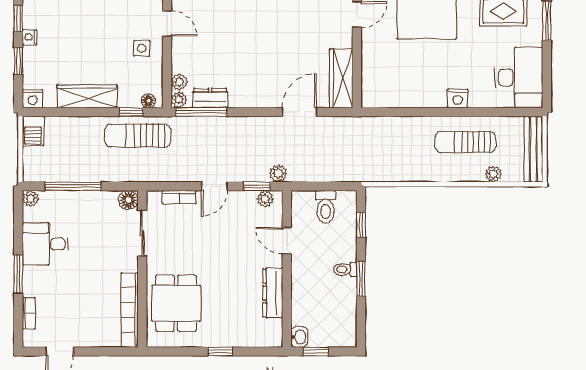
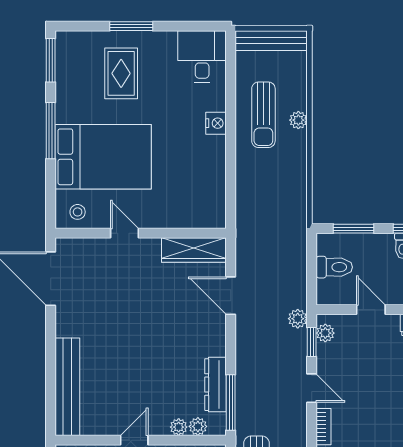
desk: (519, 77) -> (202, 57), width x0.73
dresser: (210, 98) -> (215, 385), width x1.44
plant: (179, 100) -> (179, 427), moved
plant: (493, 174) -> (298, 120), moved
window: (361, 225) -> (354, 229), width x1.50
door: (287, 241) -> (371, 310), swing flipped

